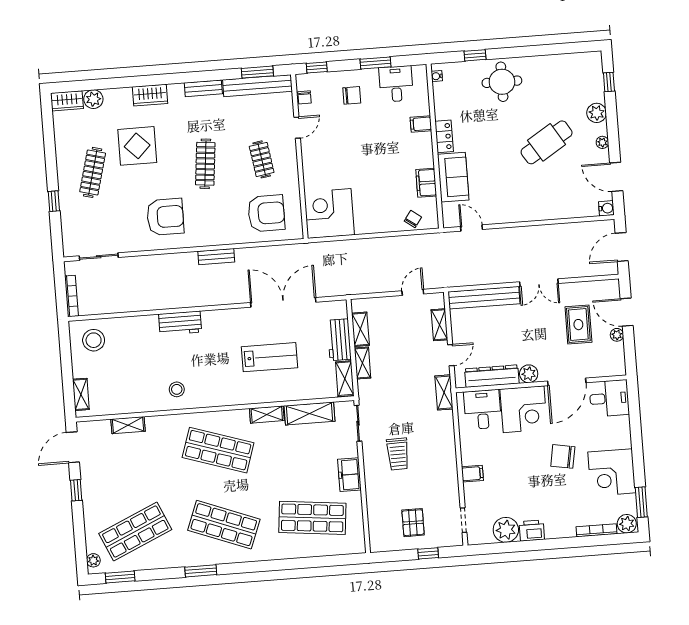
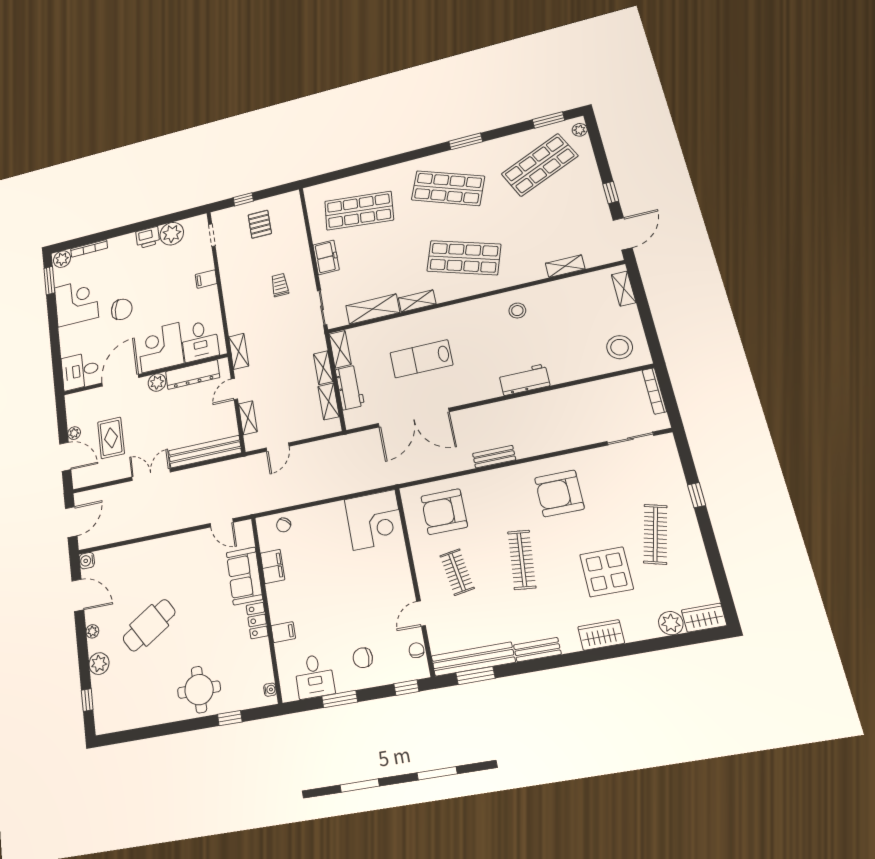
trolley: (398, 454) -> (280, 285), width x0.73, depth x0.72

